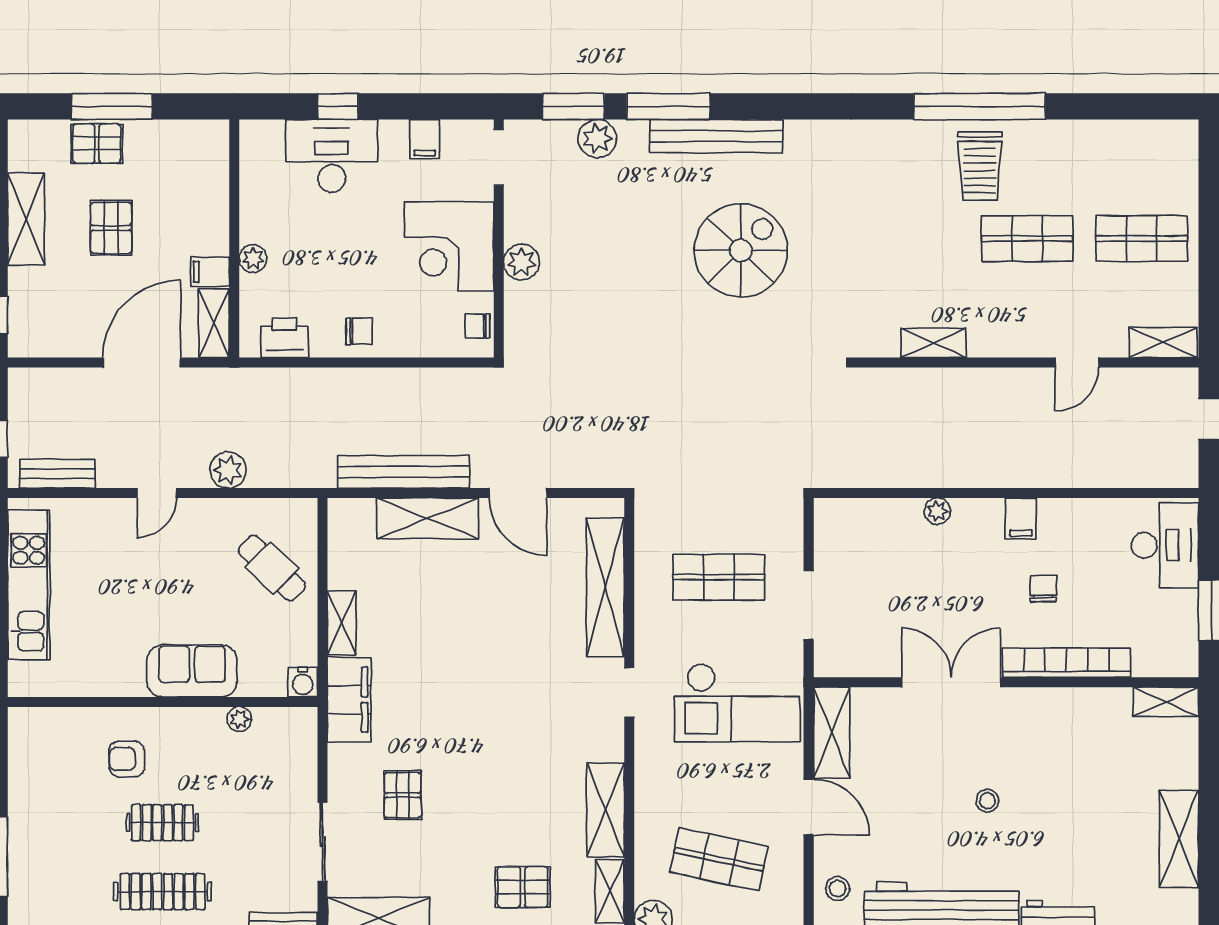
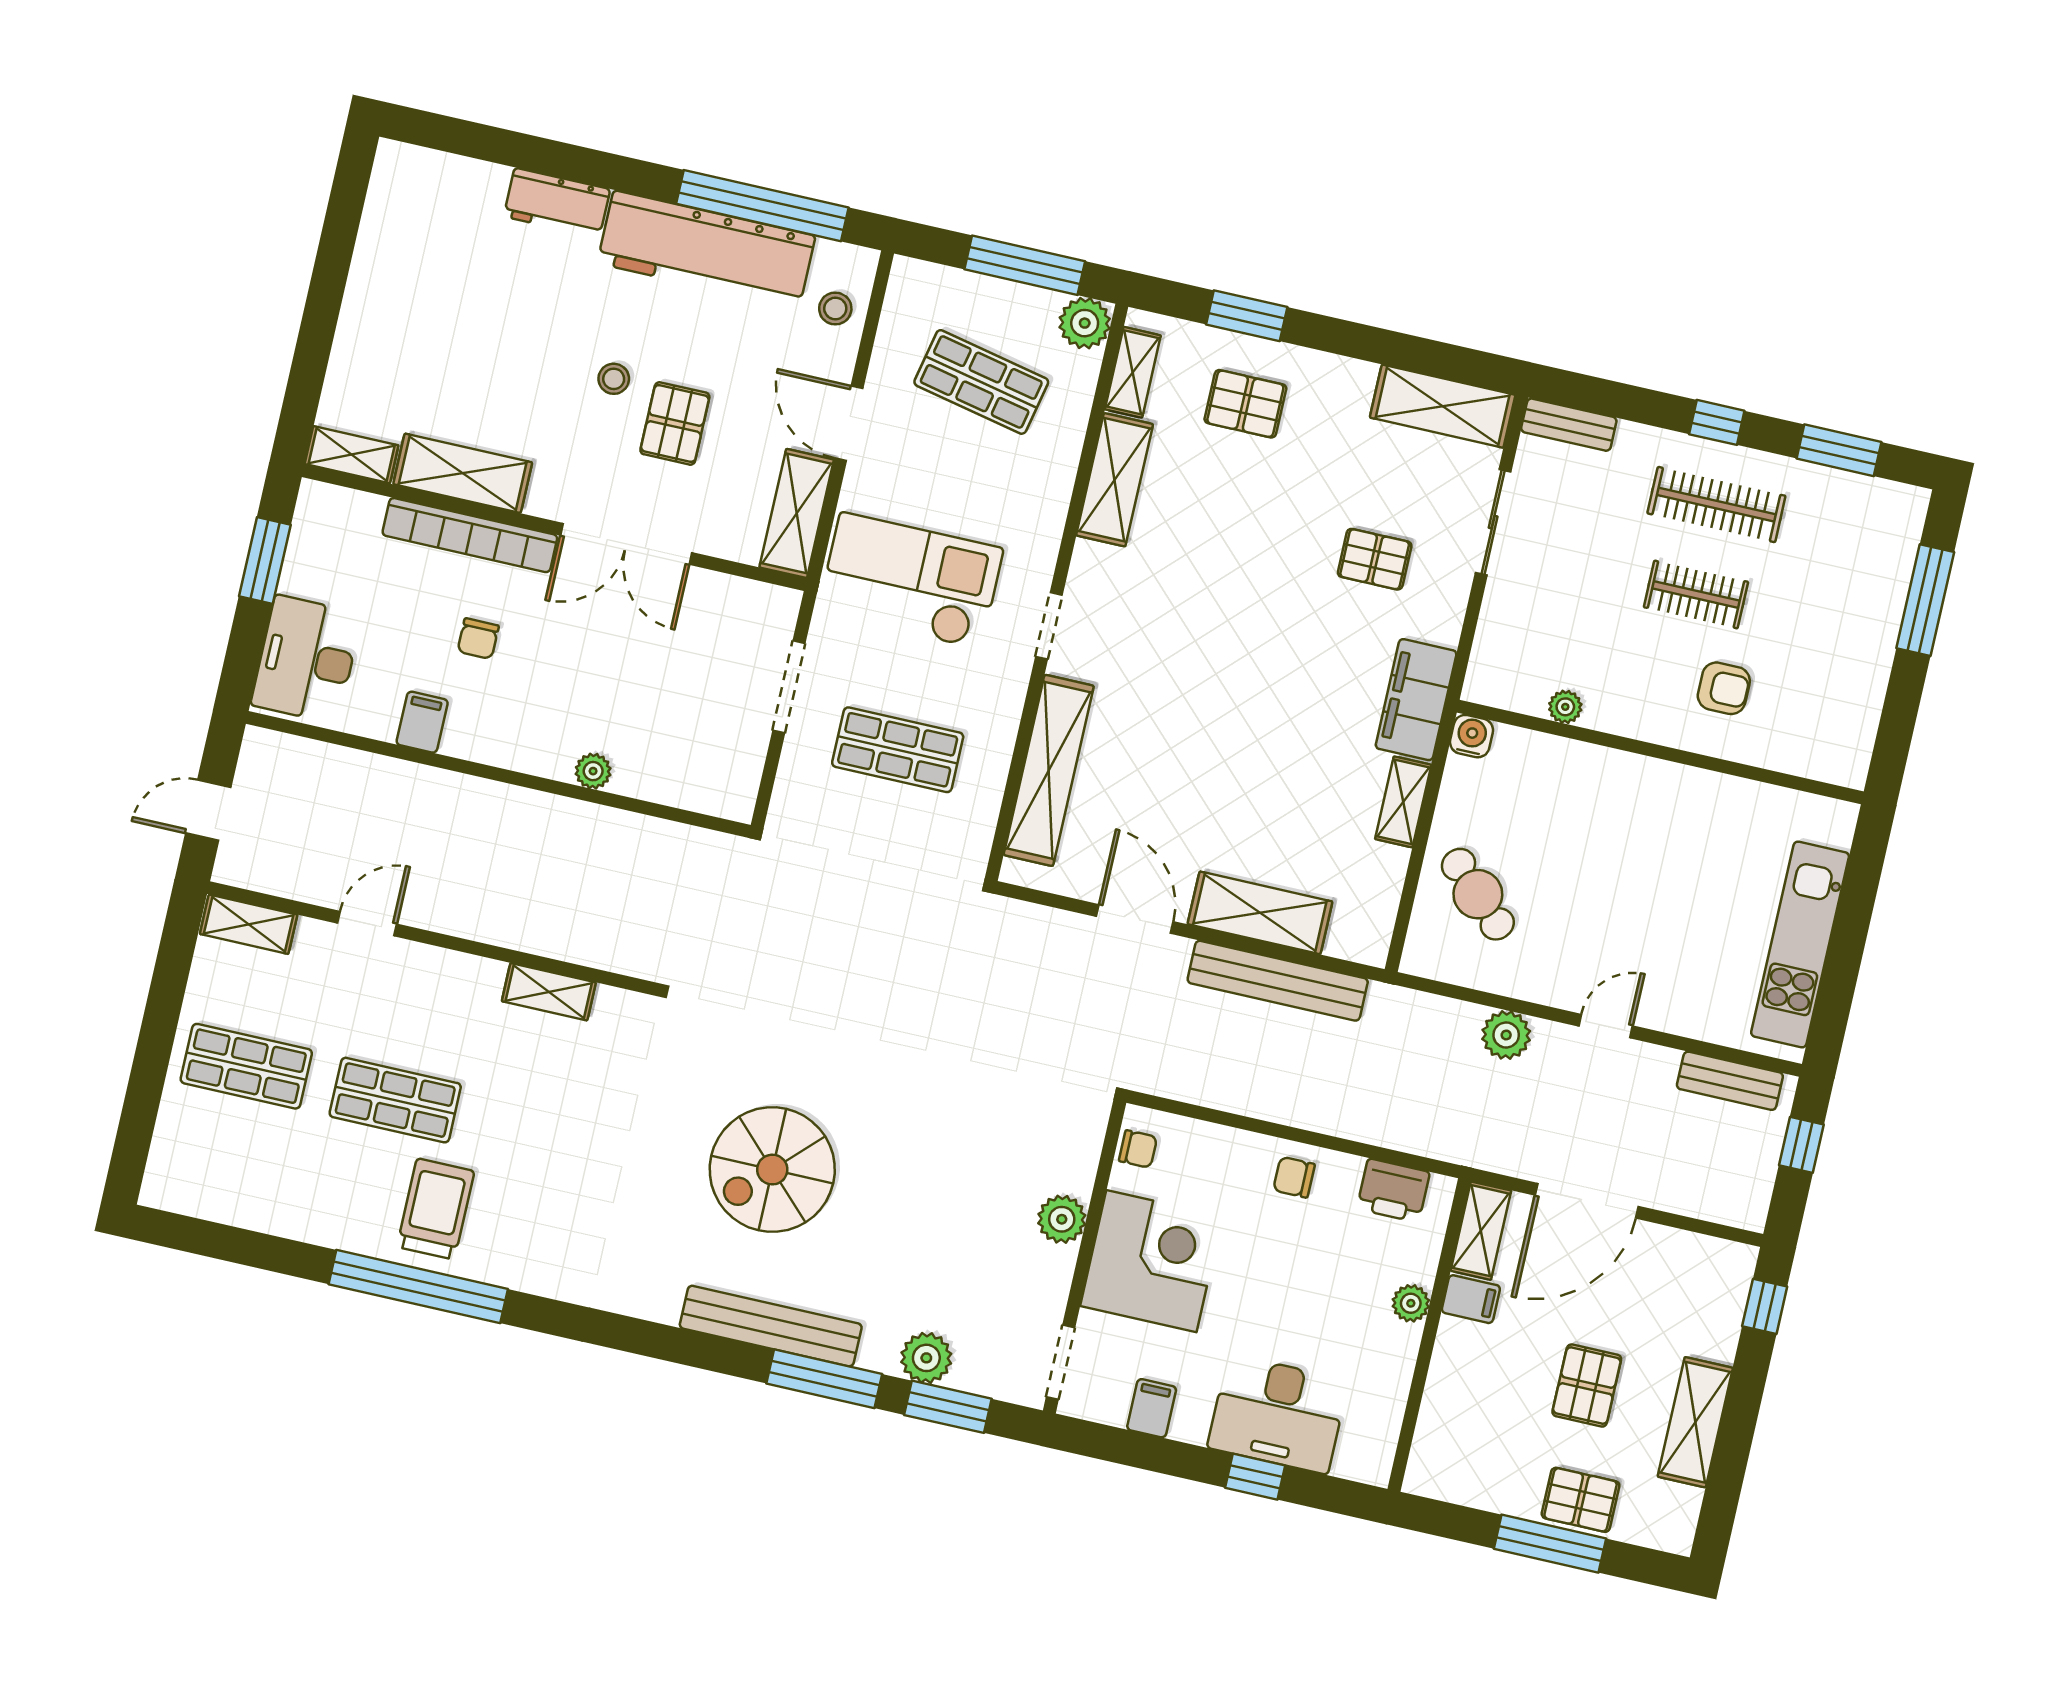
filing cabinet: (1021, 519) -> (422, 722), moved
sofa: (192, 671) -> (1613, 784), removed
pallet: (935, 778) -> (675, 423), added
pallet: (403, 795) -> (1375, 559), turned 90
shelving: (1179, 839) -> (463, 473), moved, turned 90

